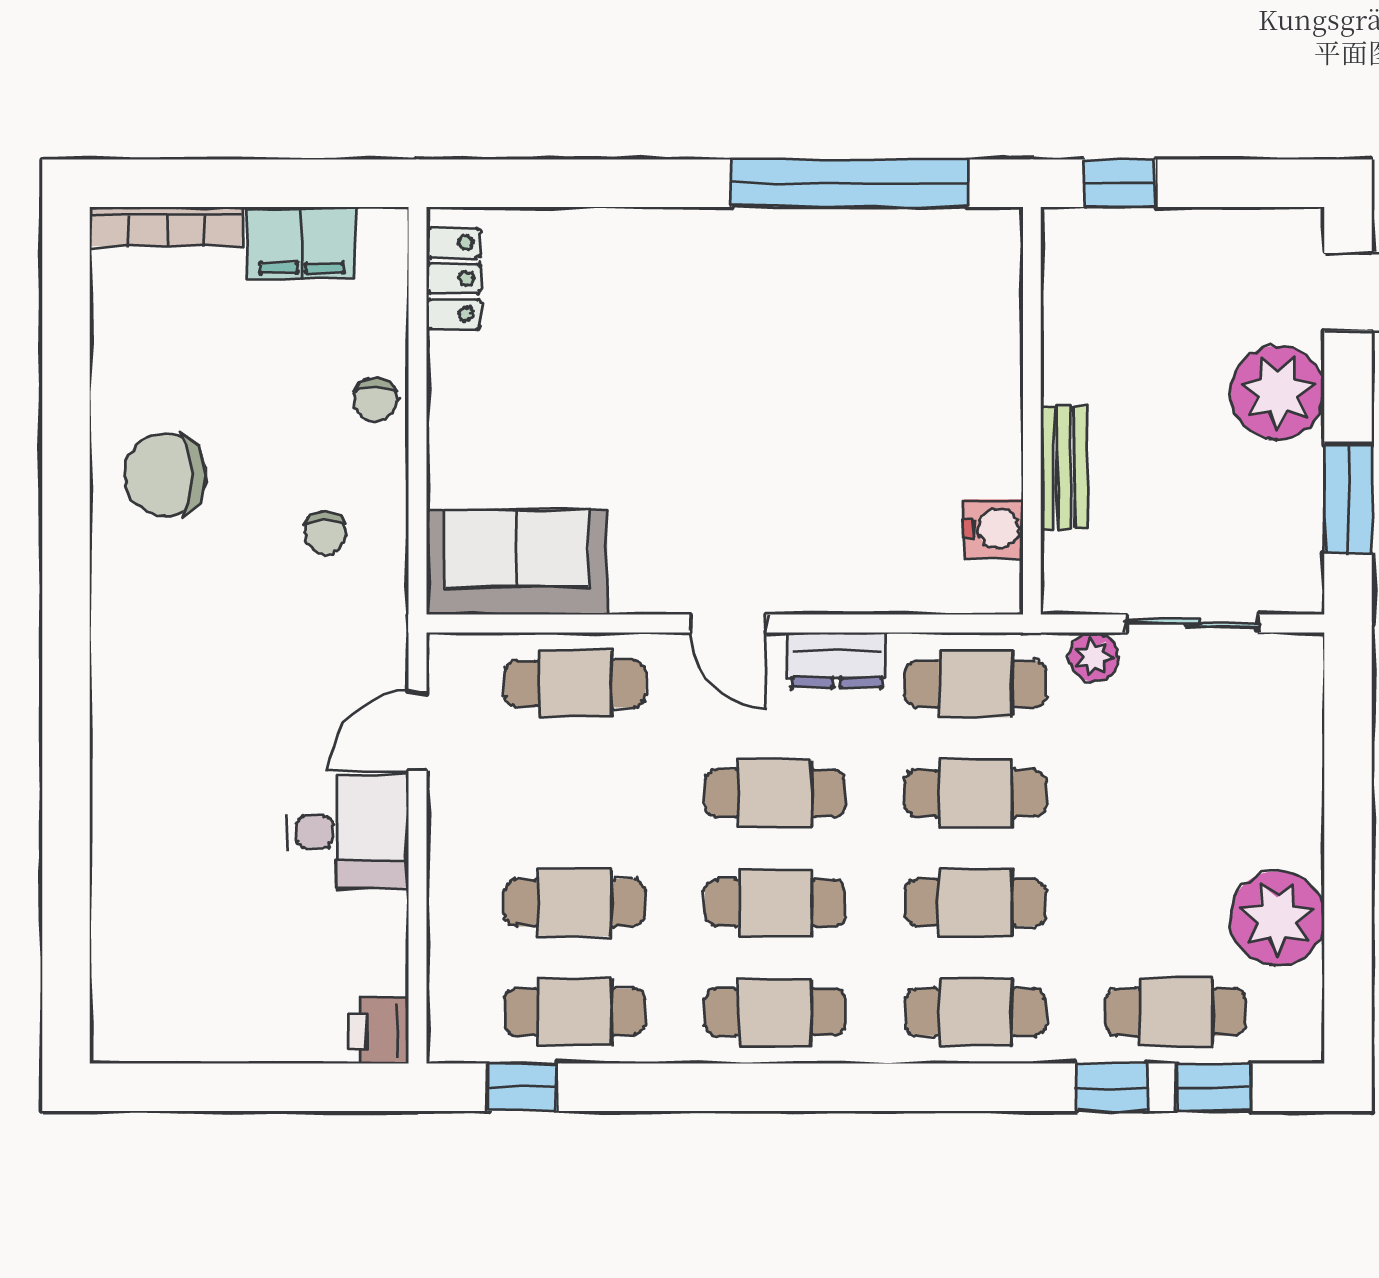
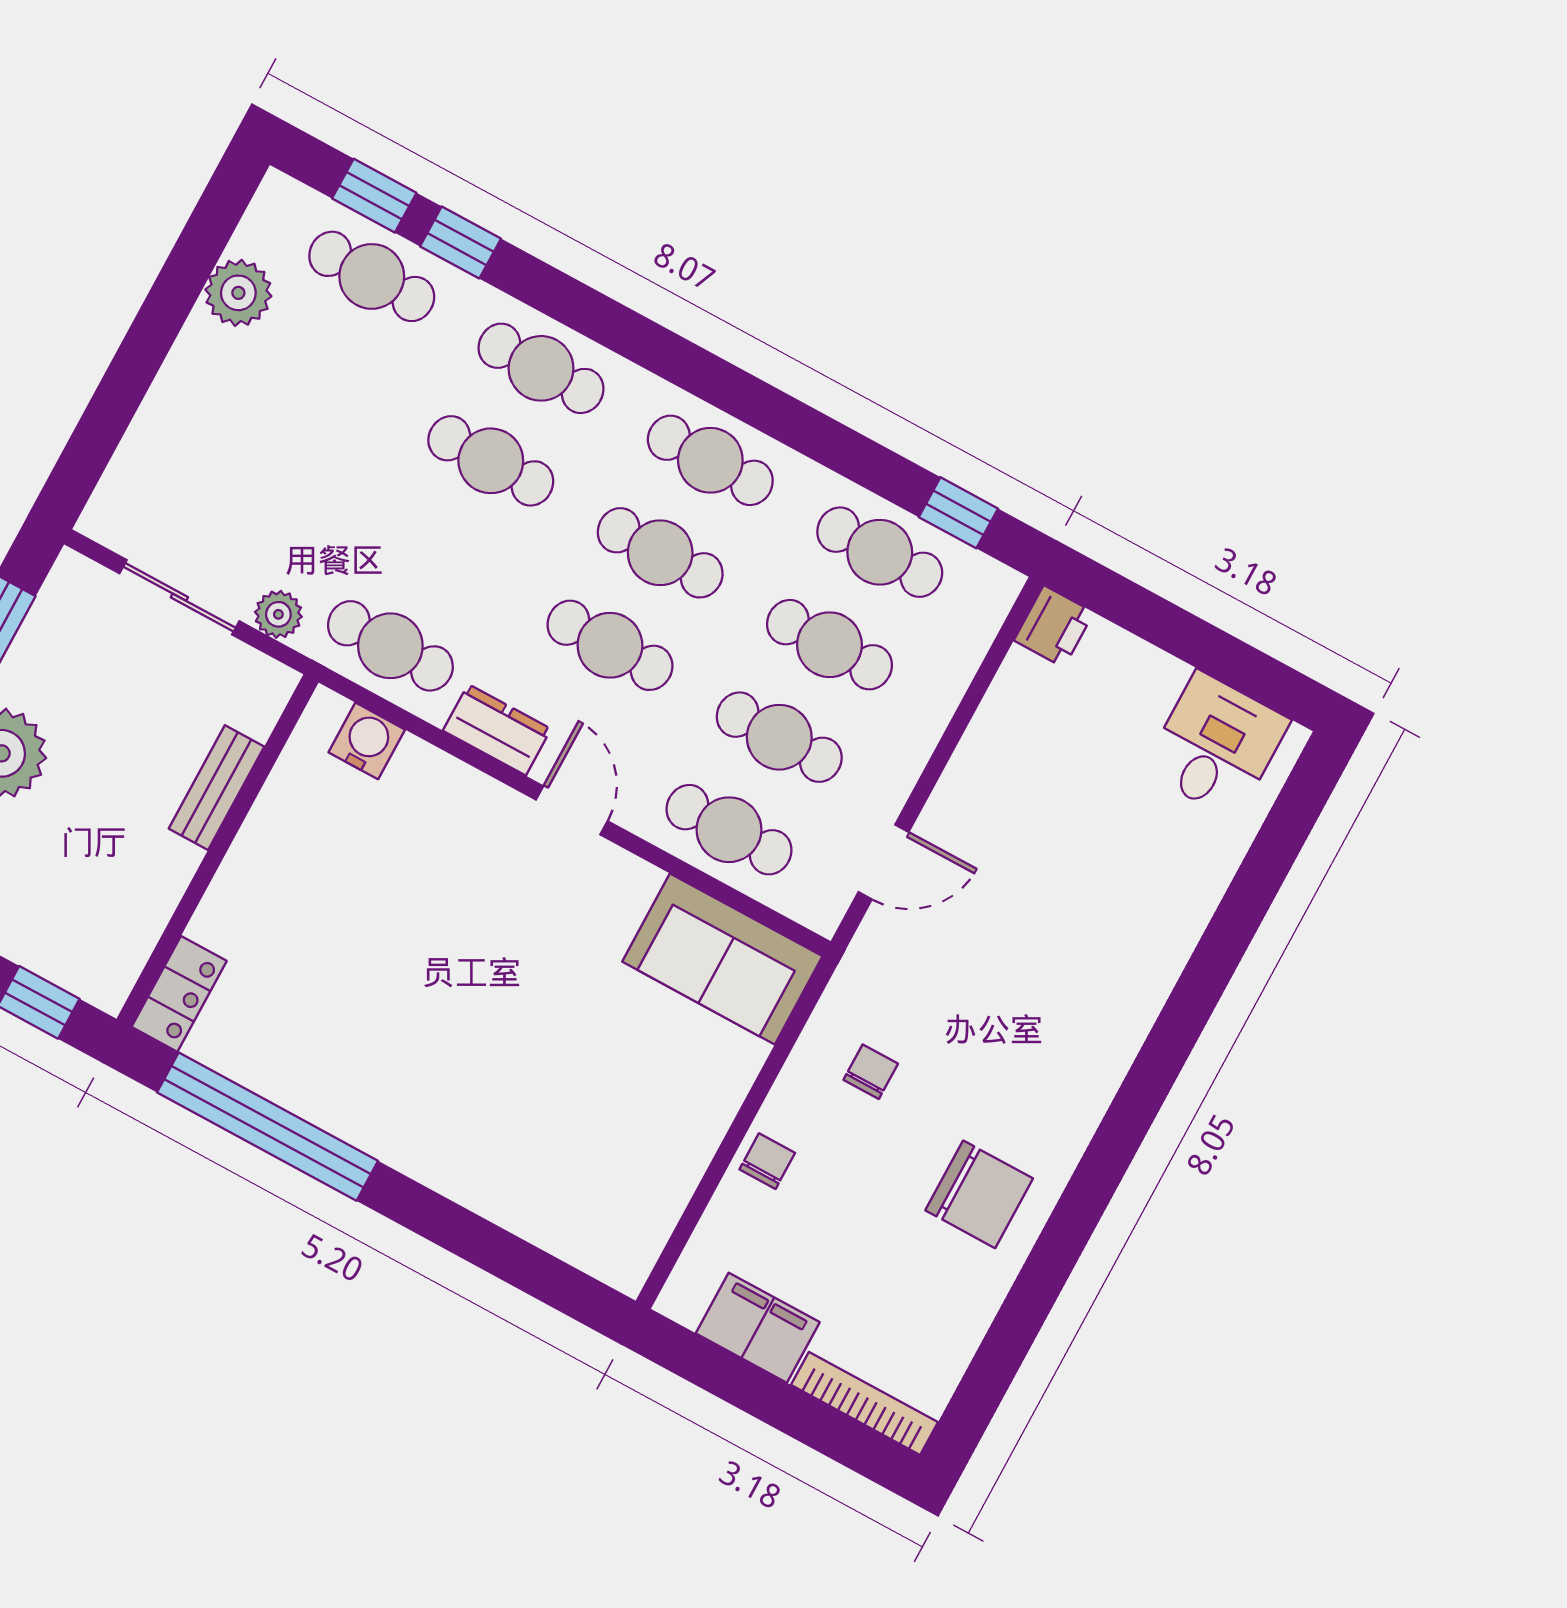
locker: (454, 278) -> (179, 994), moved, turned 180
water cooler: (994, 529) -> (367, 741), moved, turned 90
cafe table: (976, 793) -> (779, 737), moved
desk: (348, 832) -> (1216, 745), moved, turned 90
plant: (1277, 918) -> (238, 293), width x0.73, depth x0.73

